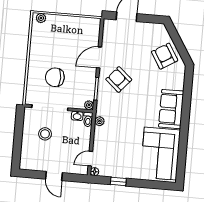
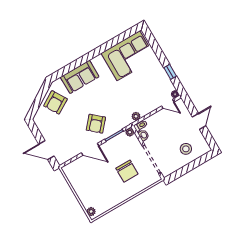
sofa: (171, 109) -> (80, 77), moved
stool: (45, 134) -> (186, 149), moved

